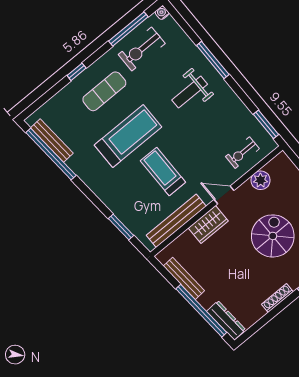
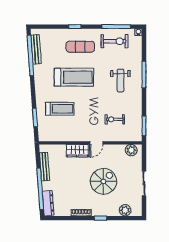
exercise bike: (142, 49) -> (115, 41), turned 180
weight bench: (190, 92) -> (120, 81), turned -90
exercise bike: (242, 153) -> (115, 119), moved
treadmill: (163, 172) -> (60, 109), moved, turned 90
plant: (260, 180) -> (131, 150), moved
door: (224, 195) -> (96, 143), swing flipped
bench: (176, 221) -> (64, 136), removed

